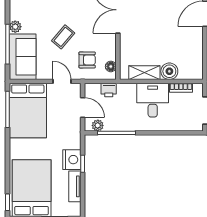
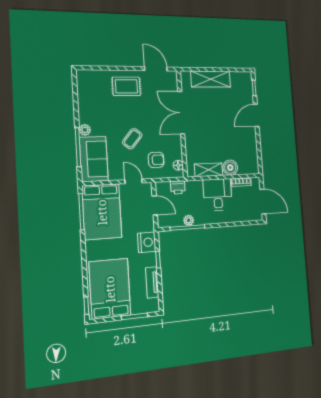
plant: (98, 125) -> (189, 220), moved
nightstand: (72, 160) -> (147, 242), moved

